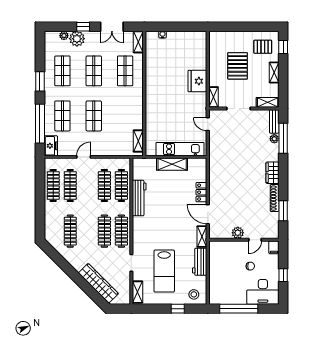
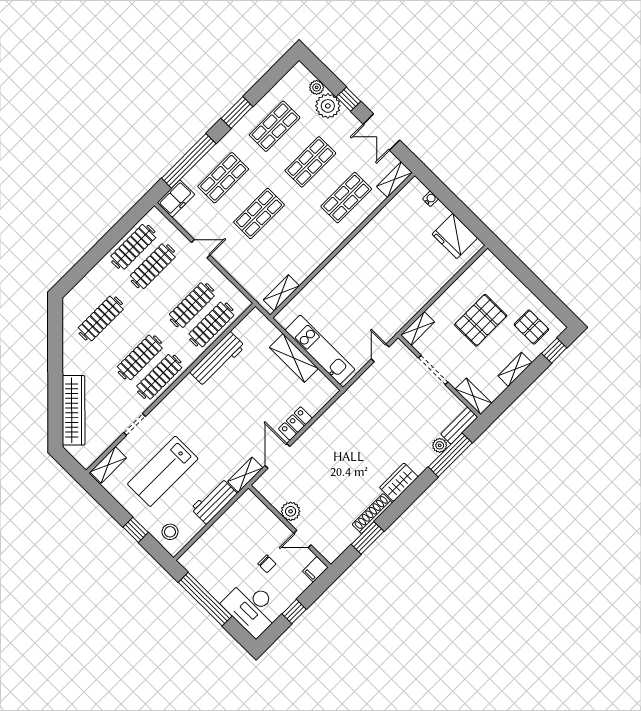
fridge: (197, 81) -> (455, 236), moved, turned -90

